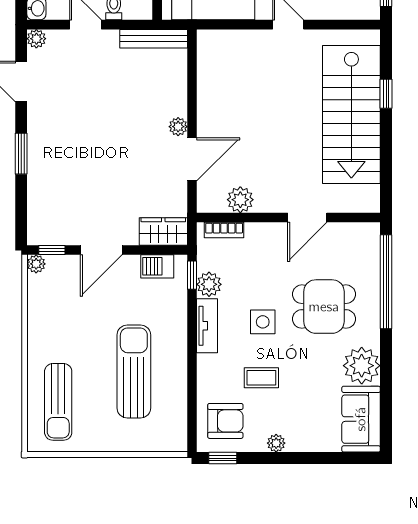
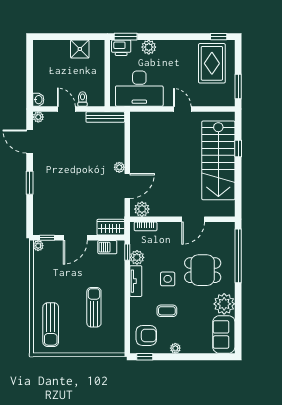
plant: (240, 200) -> (142, 209), moved
sun lounger: (134, 371) -> (94, 307), width x0.73, depth x0.75

